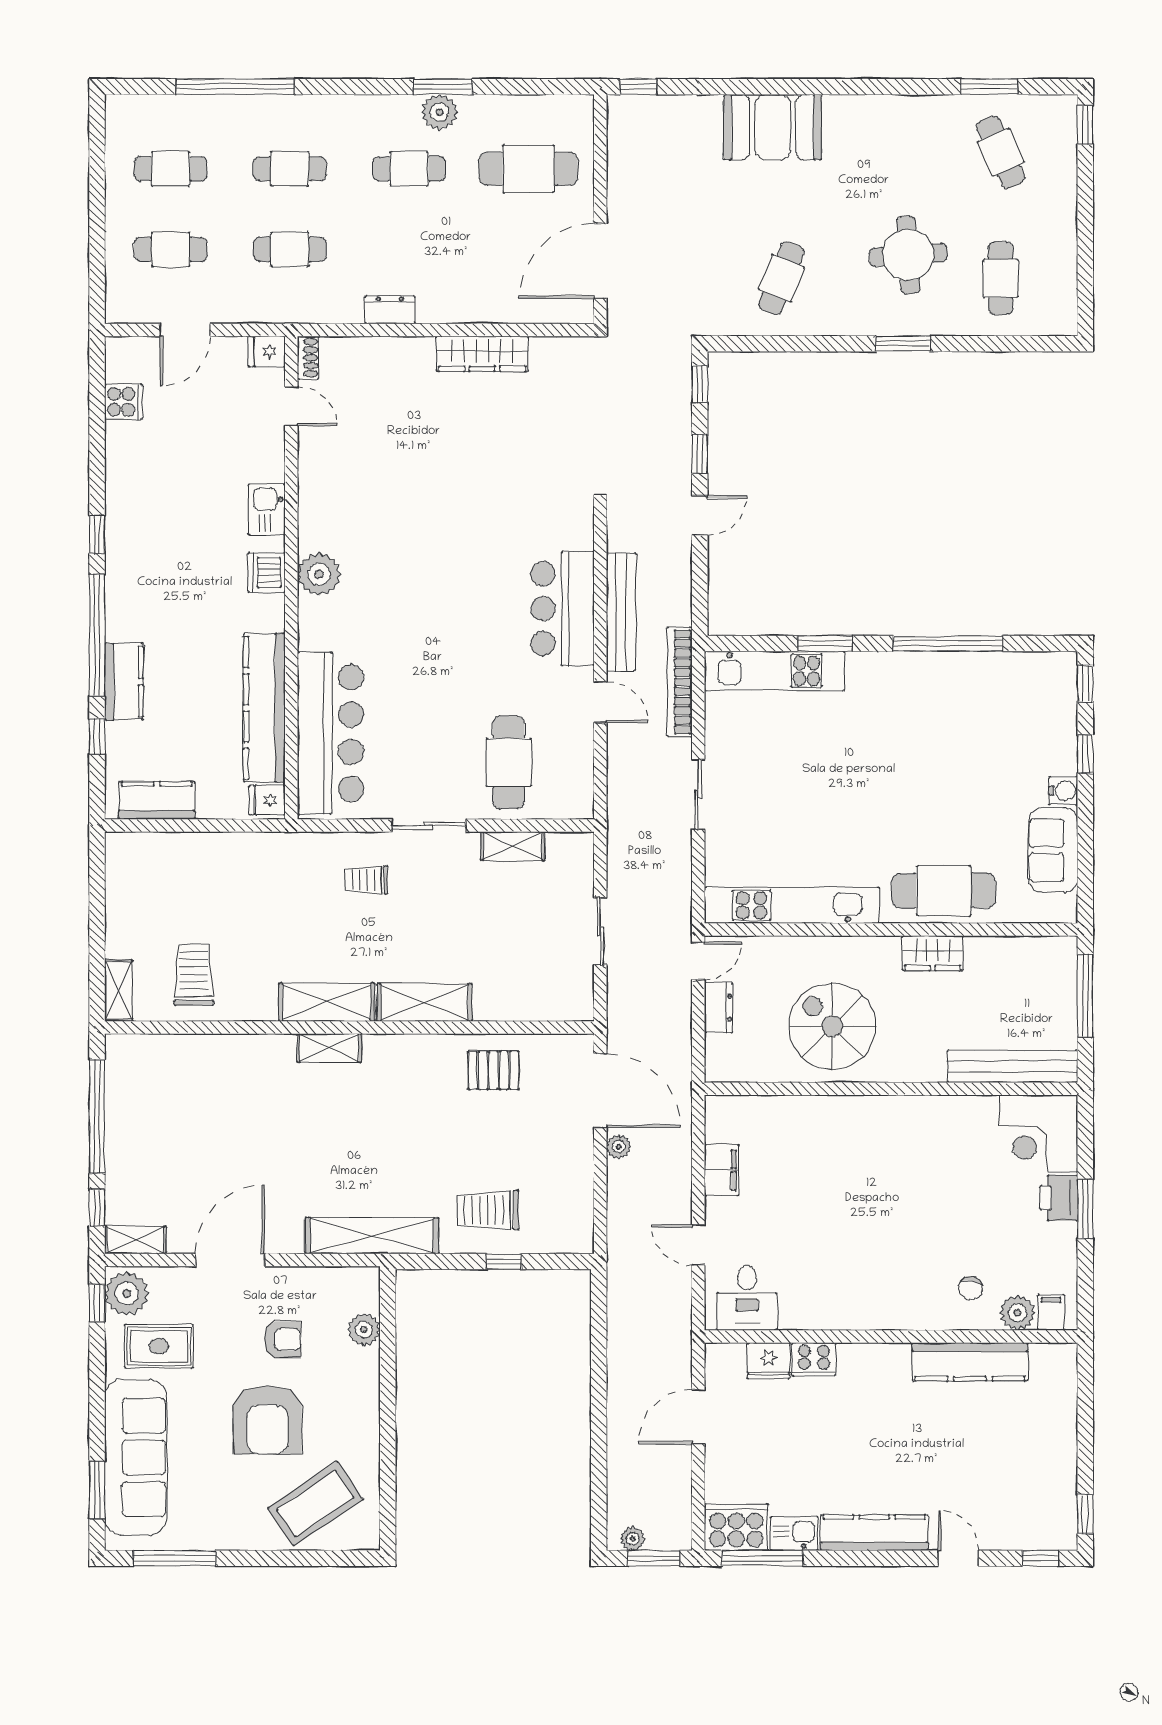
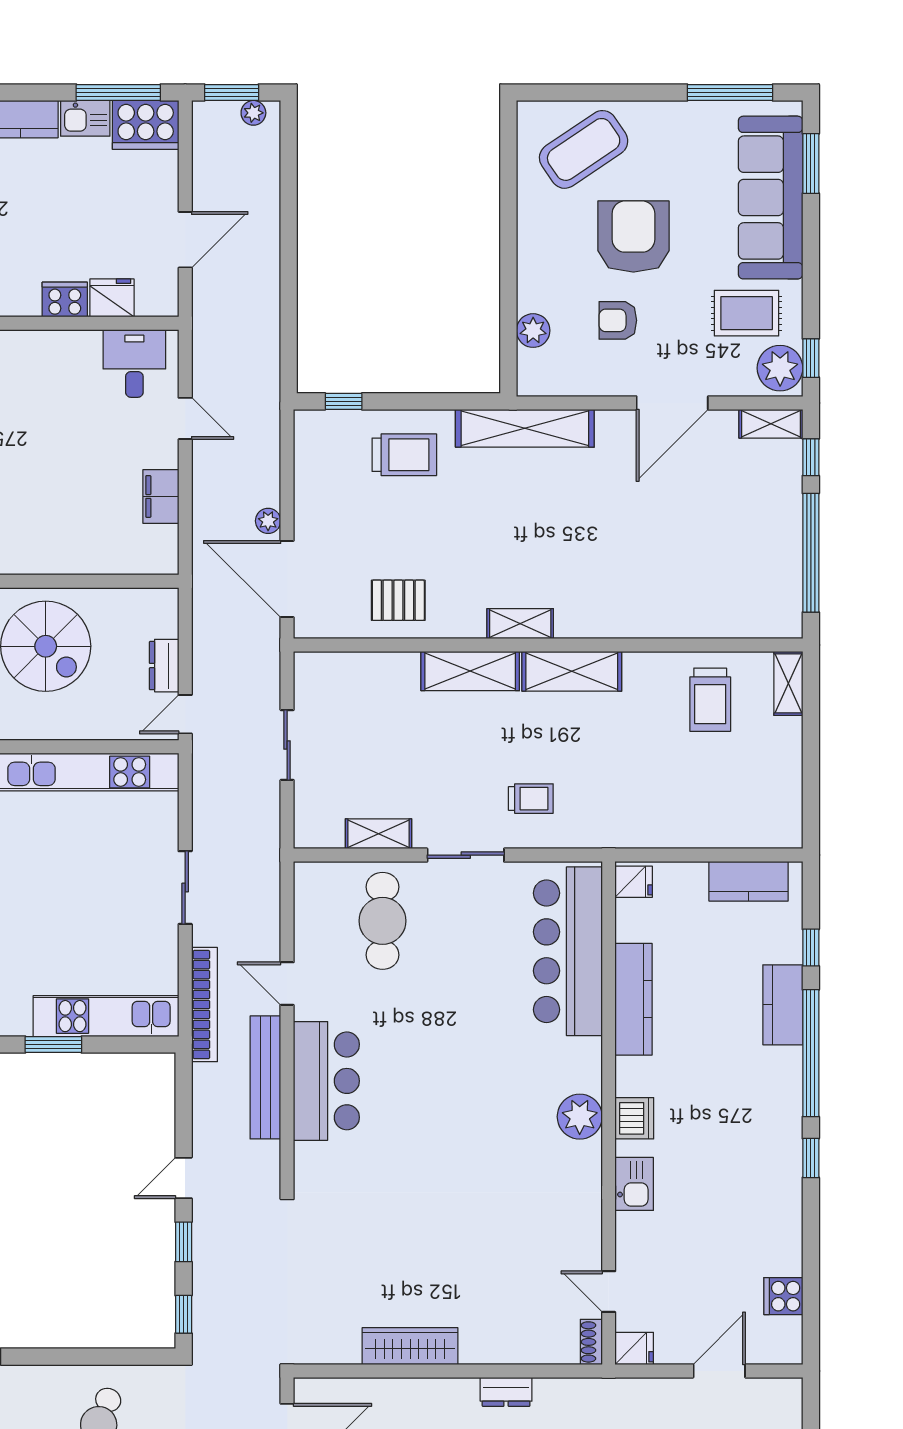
kitchen counter: (264, 708) -> (634, 999), width x0.72, depth x0.86
shelving: (329, 1048) -> (520, 624), moved
window: (504, 1262) -> (344, 401), moved

